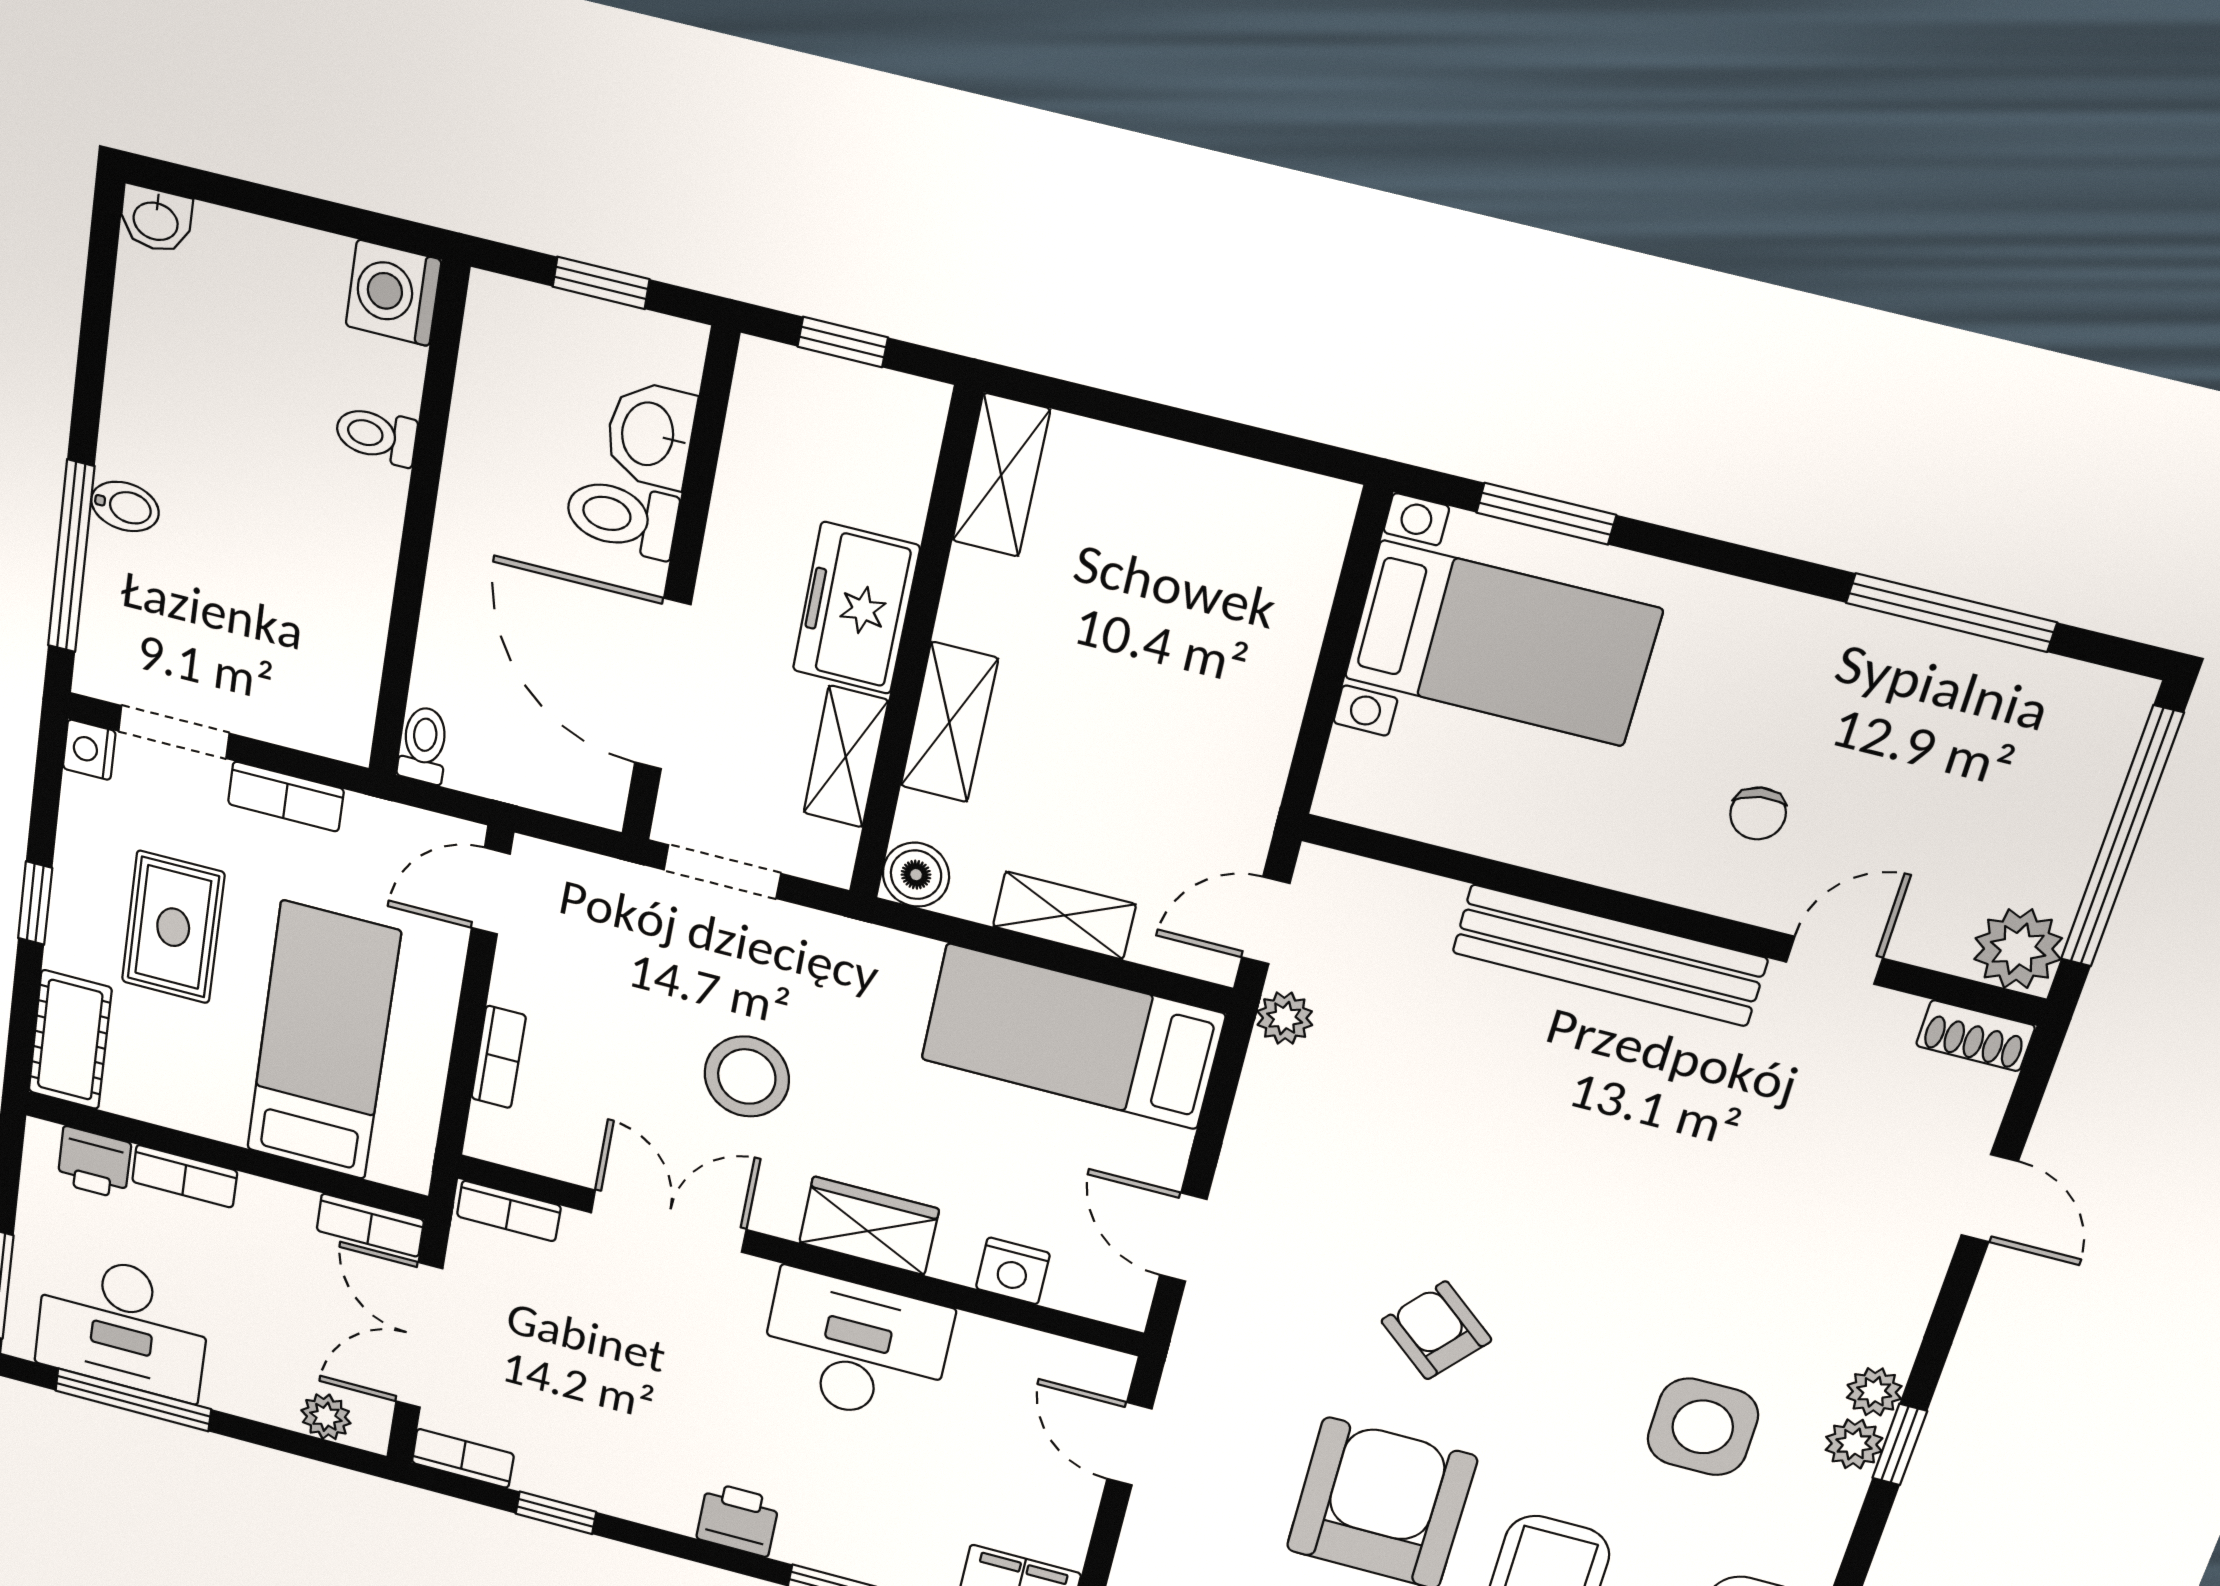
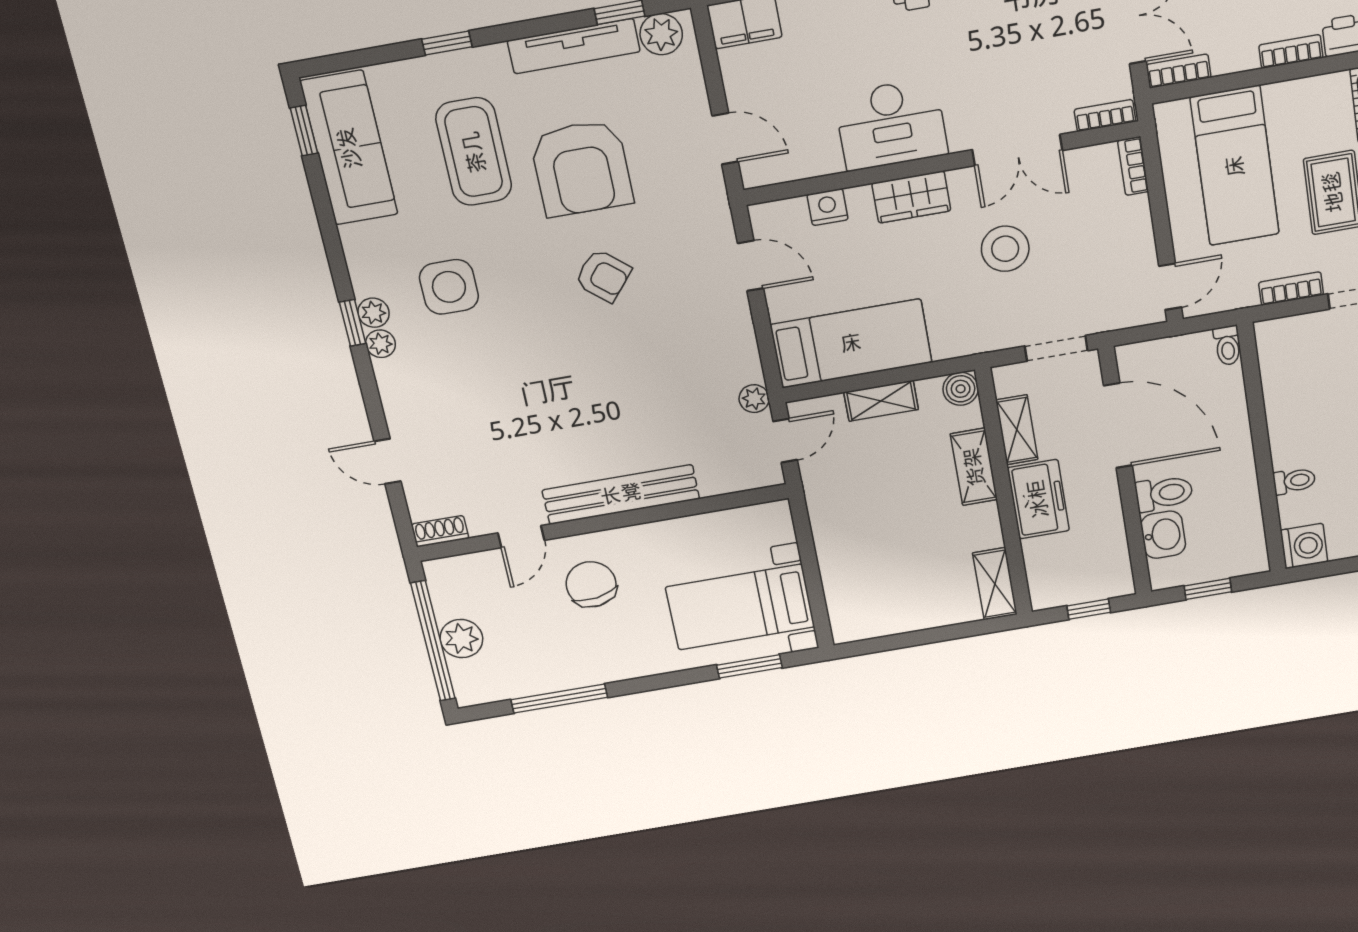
chair: (1758, 813) -> (591, 584), width x1.87, depth x1.87
plant: (2018, 949) -> (461, 639), moved
bookcase: (499, 1057) -> (1133, 166), moved

